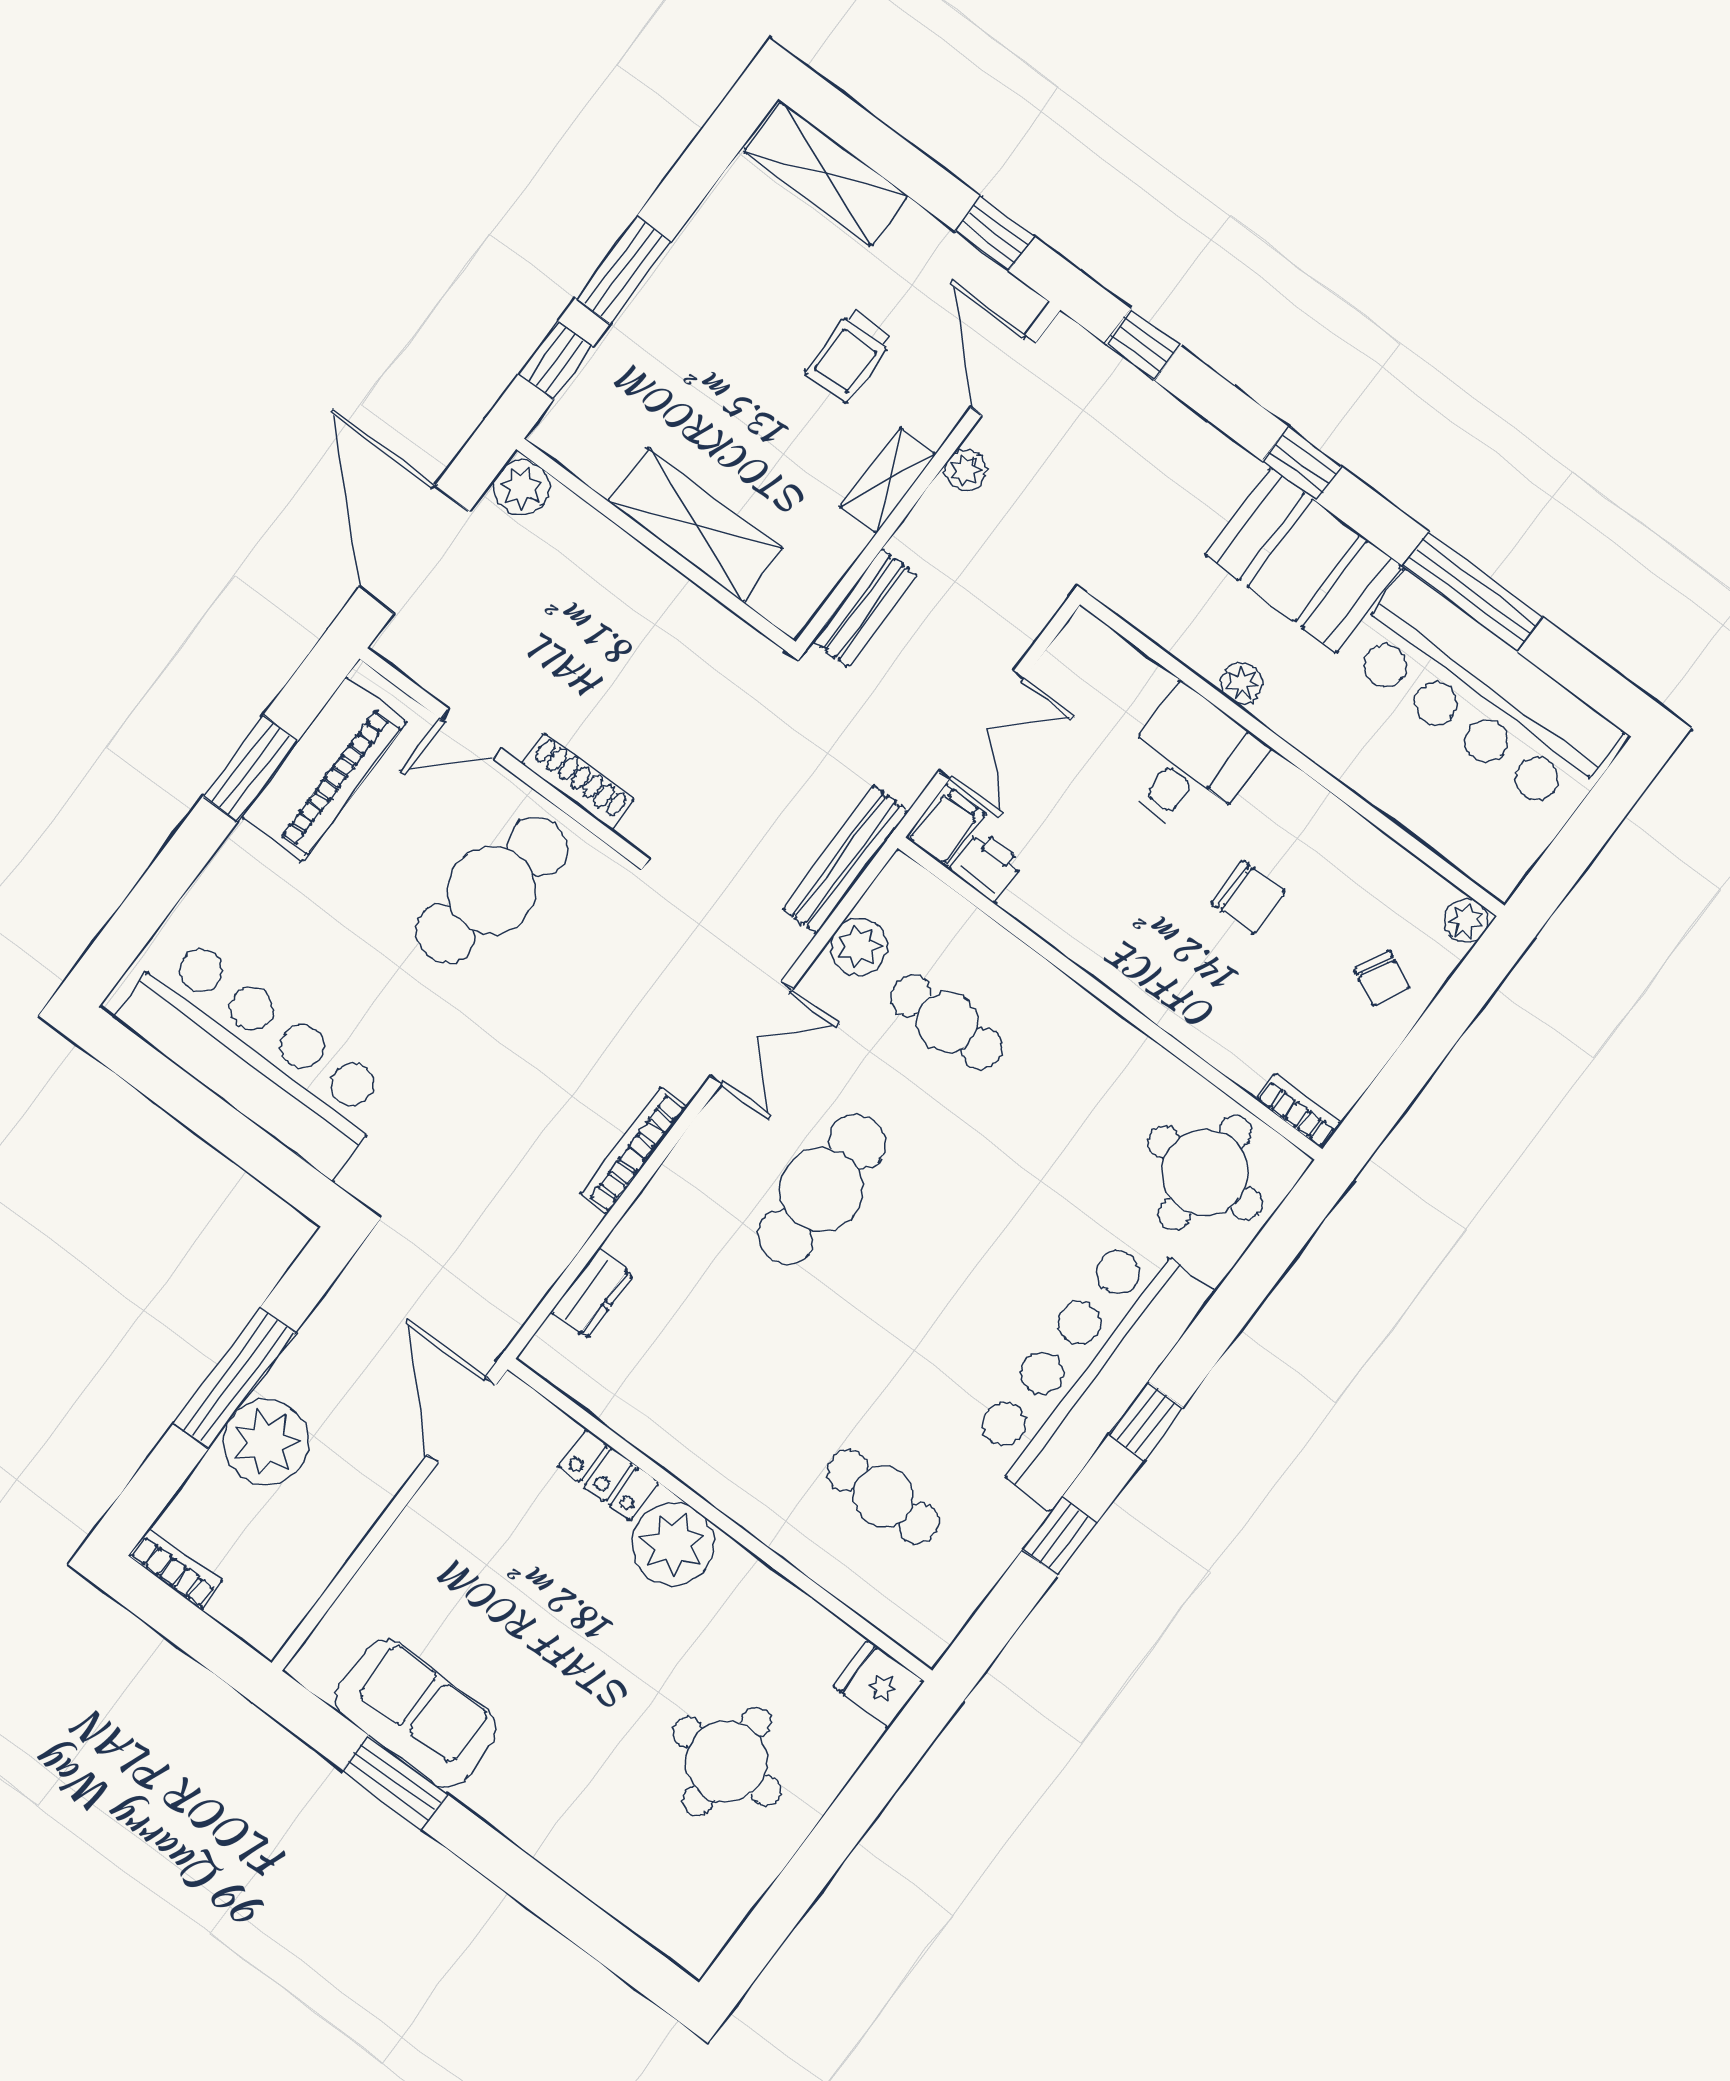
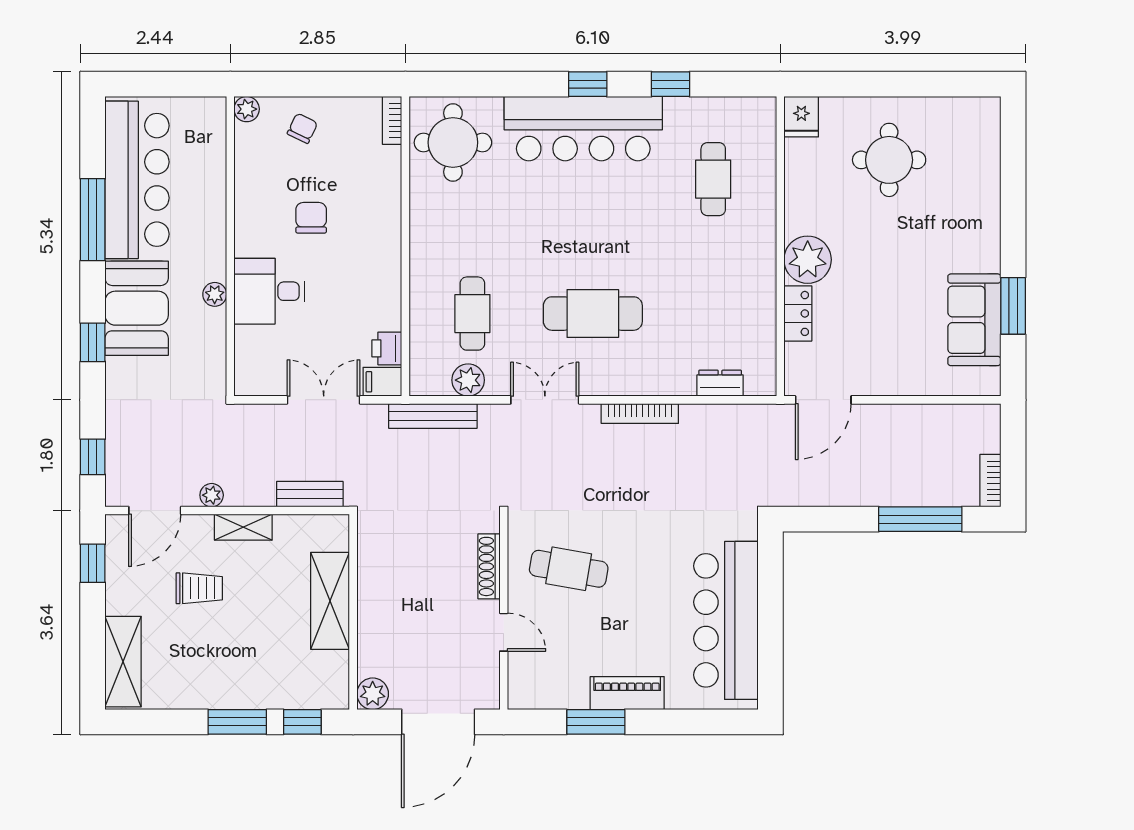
piano: (324, 769) -> (627, 693), moved, width x0.73, depth x0.75
cafe table: (492, 890) -> (569, 569), width x0.73, depth x0.74
window: (234, 1378) -> (920, 519), moved
plant: (266, 1442) -> (901, 482), removed

